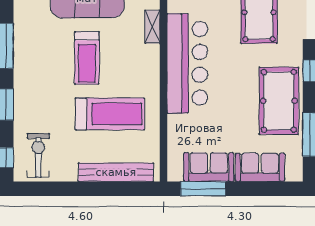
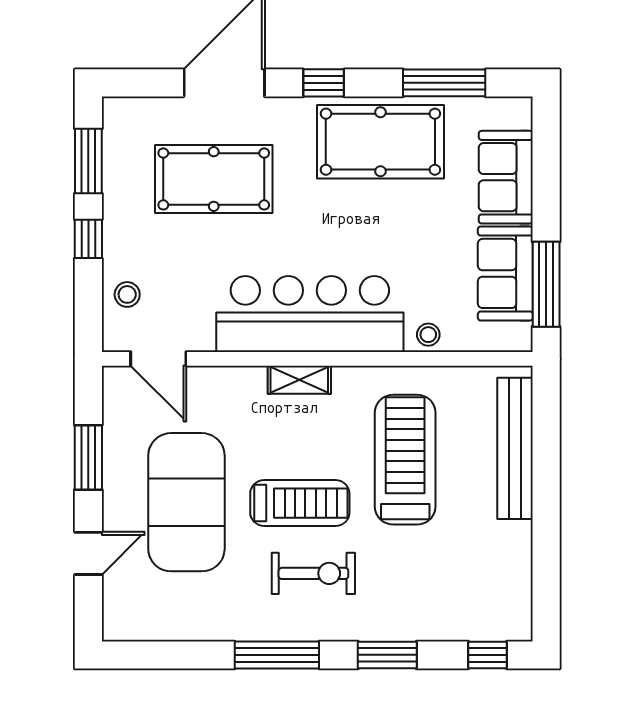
shelving: (152, 27) -> (299, 380), moved
stool: (176, 126) -> (428, 335), added
exercise bike: (38, 155) -> (313, 573), moved, turned 180

